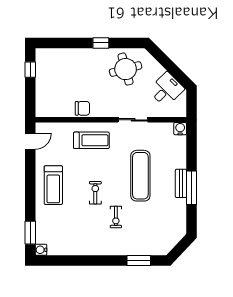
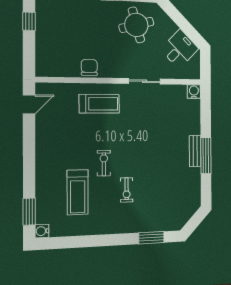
chair: (82, 108) -> (89, 67), turned -90
exercise mat: (140, 176) -> (153, 143), removed
treadmill: (53, 185) -> (78, 192), moved

